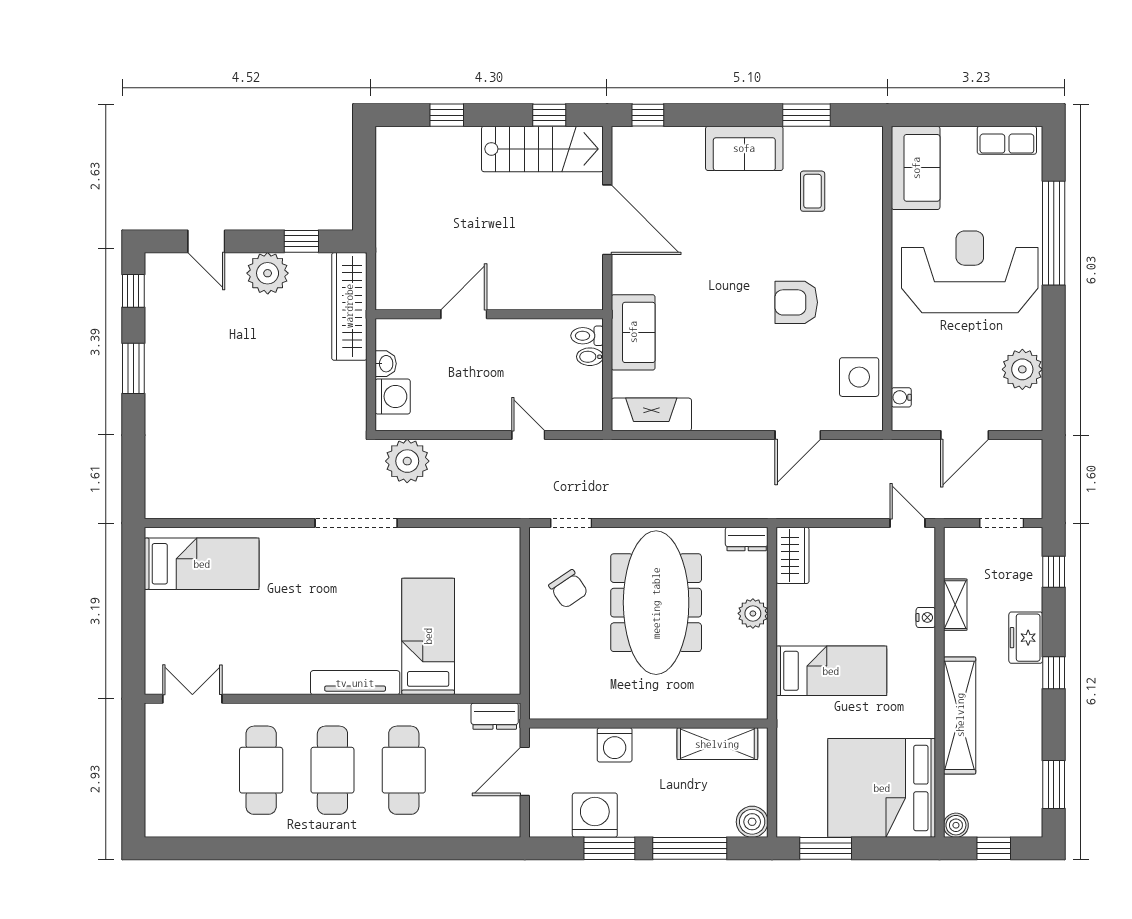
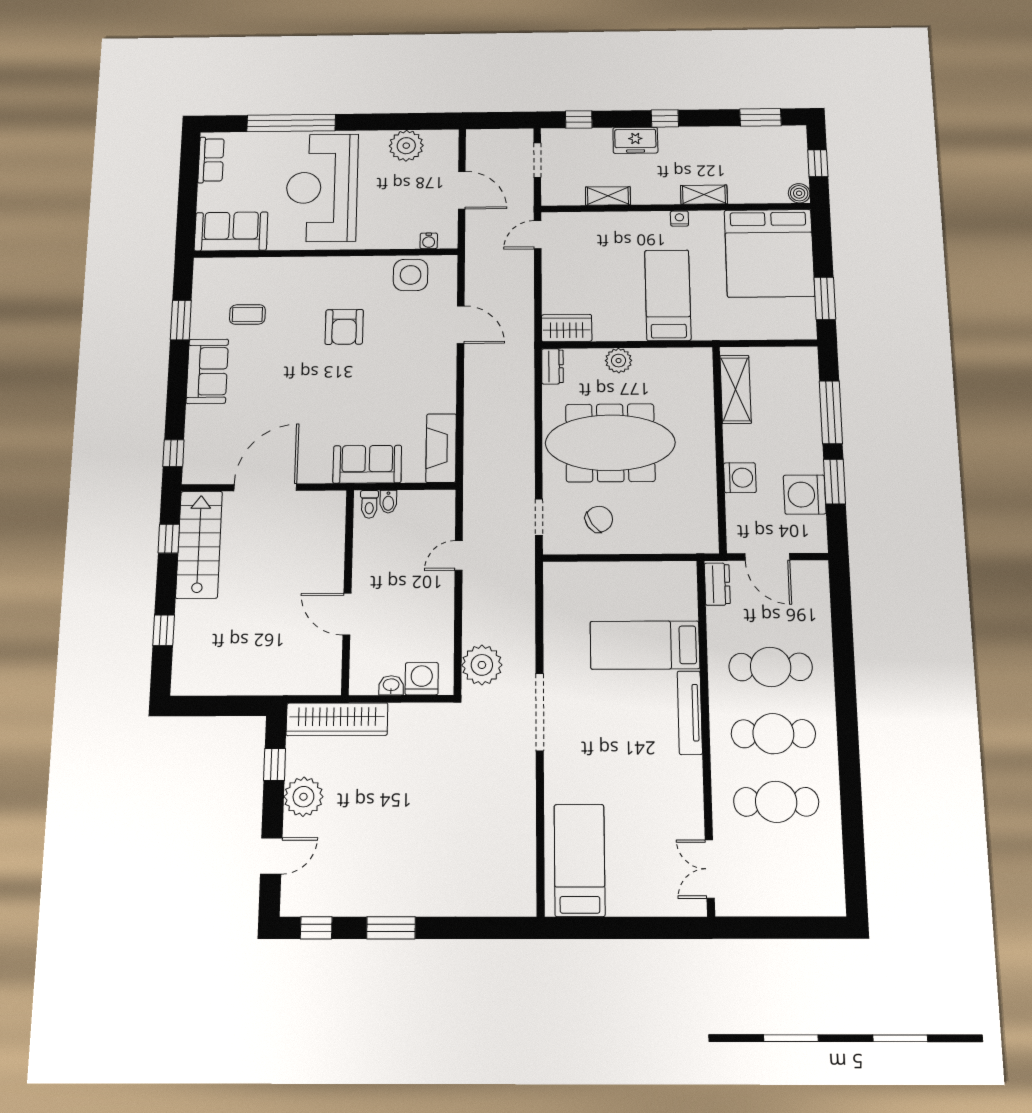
nightstand: (926, 617) -> (679, 219), moved
shelving: (960, 715) -> (704, 195), width x0.45, depth x0.75
boiler: (752, 822) -> (804, 360), removed

